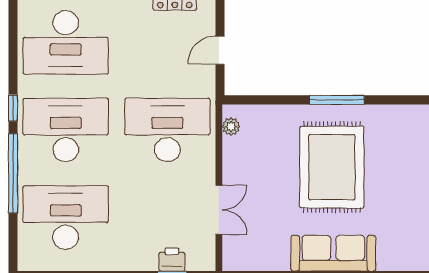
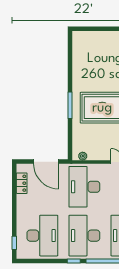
door: (220, 50) -> (46, 161), width x1.88

